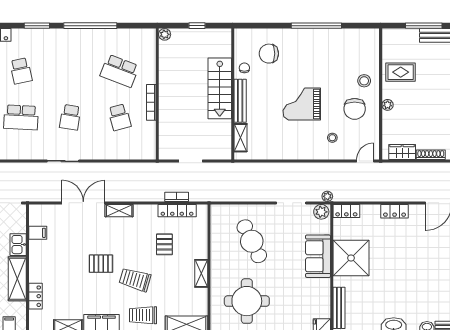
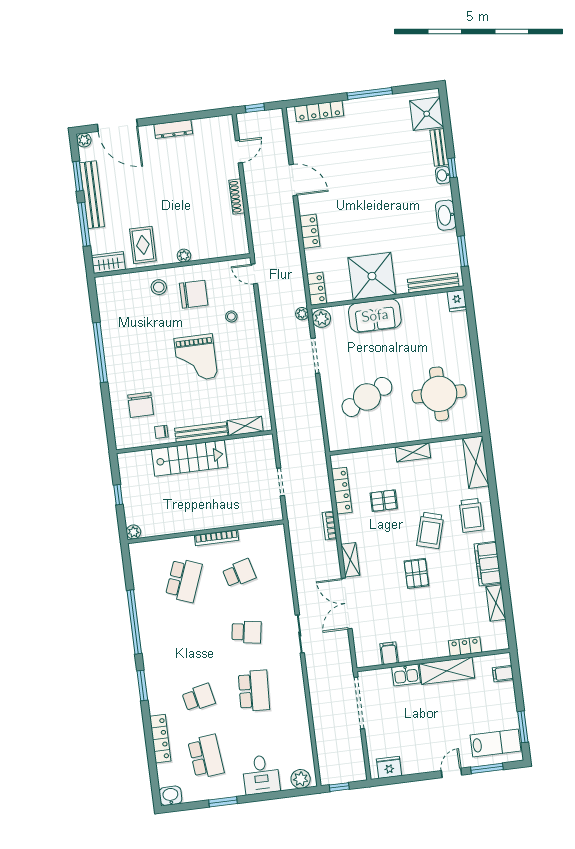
wardrobe: (402, 152) -> (108, 263), moved, turned 90
bookcase: (177, 197) -> (329, 525), moved

